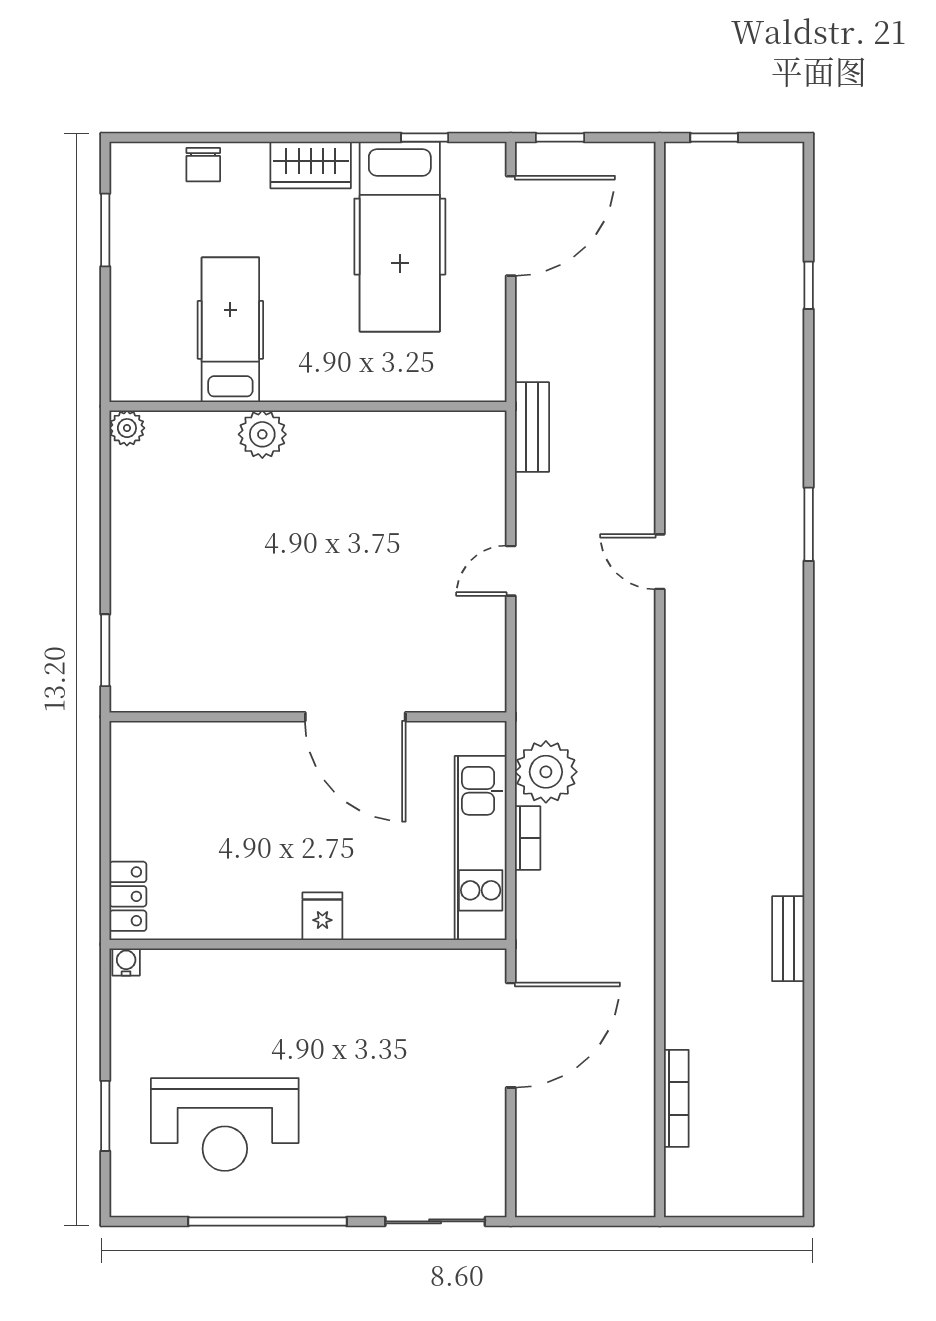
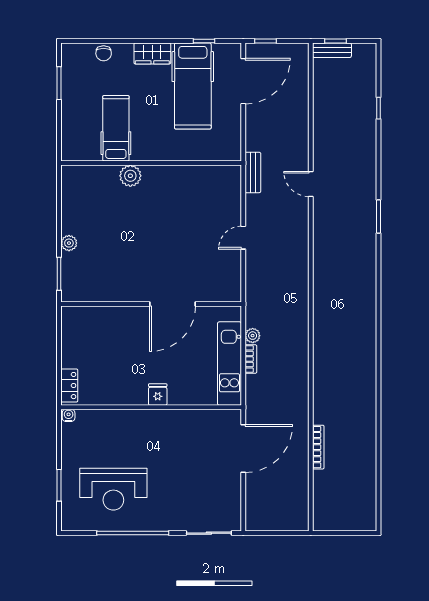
plant: (127, 428) -> (69, 243), moved
door: (660, 562) -> (311, 184), moved
door: (355, 717) -> (173, 304), hinge flipped
plant: (546, 772) -> (253, 336), width x0.53, depth x0.53
bench: (788, 939) -> (332, 50), moved, turned 90
bookcase: (676, 1098) -> (318, 447), moved

